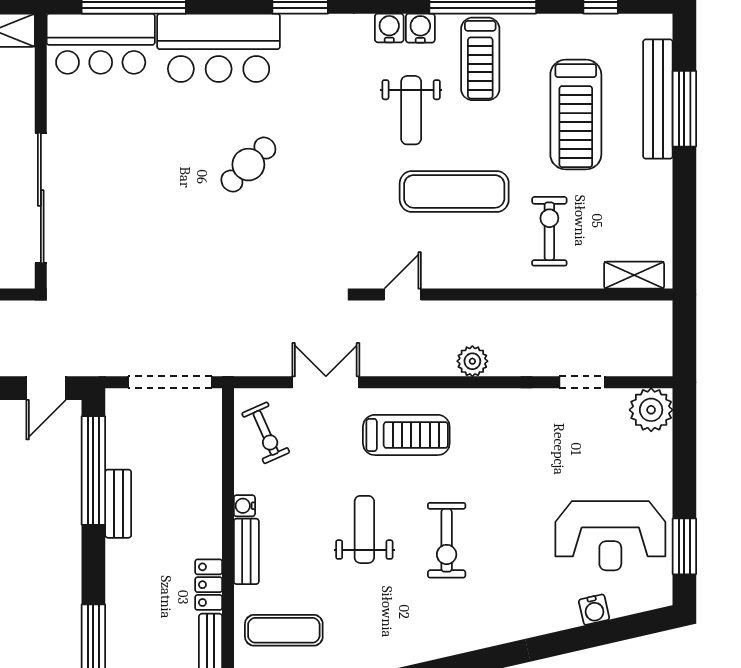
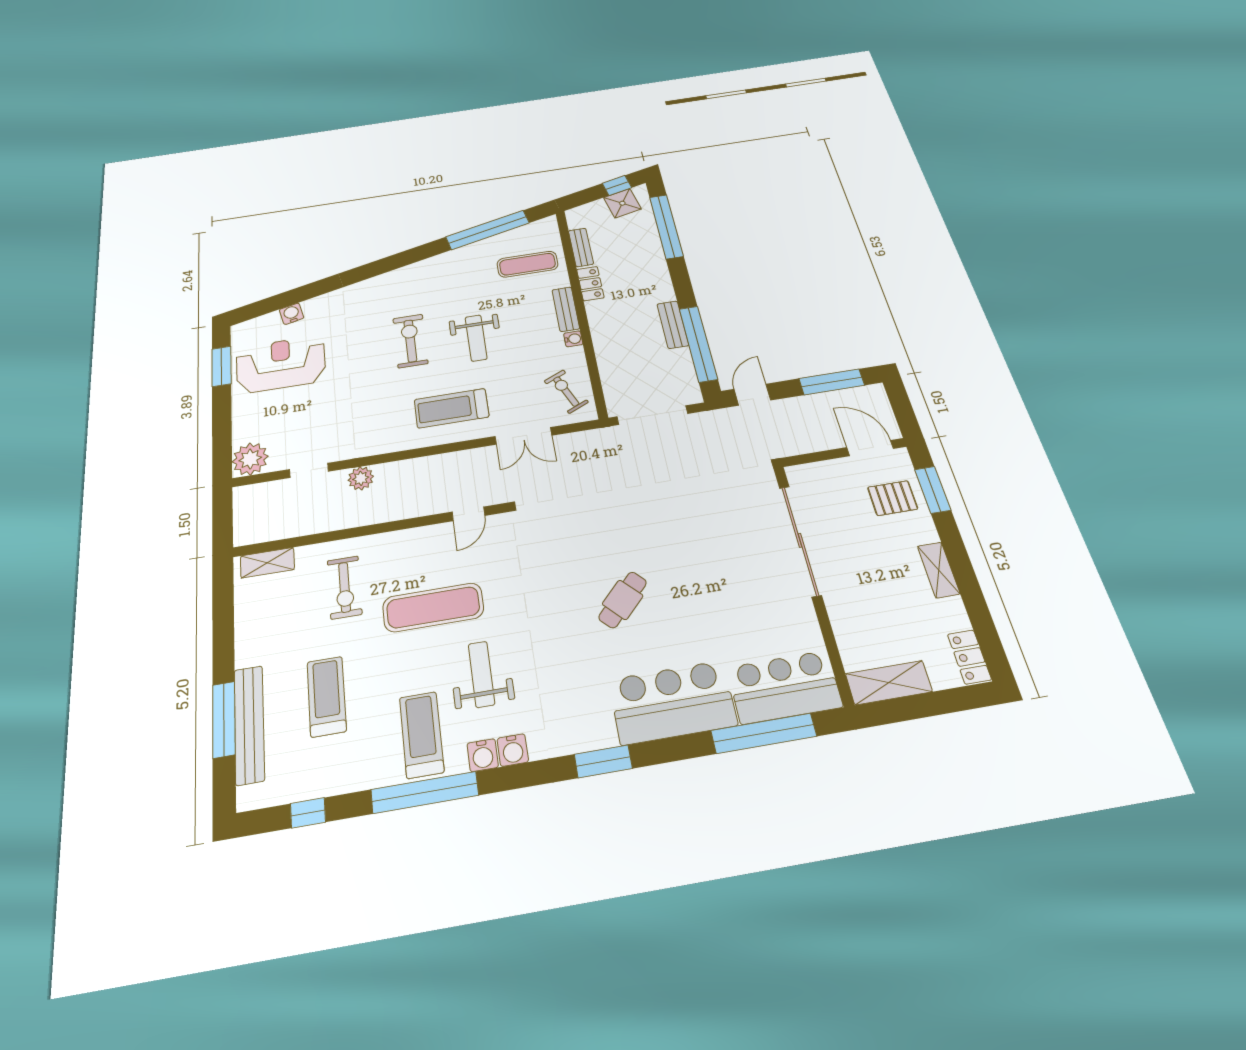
treadmill: (576, 115) -> (327, 696), width x0.73, depth x0.73
plant: (472, 361) -> (361, 478), moved

